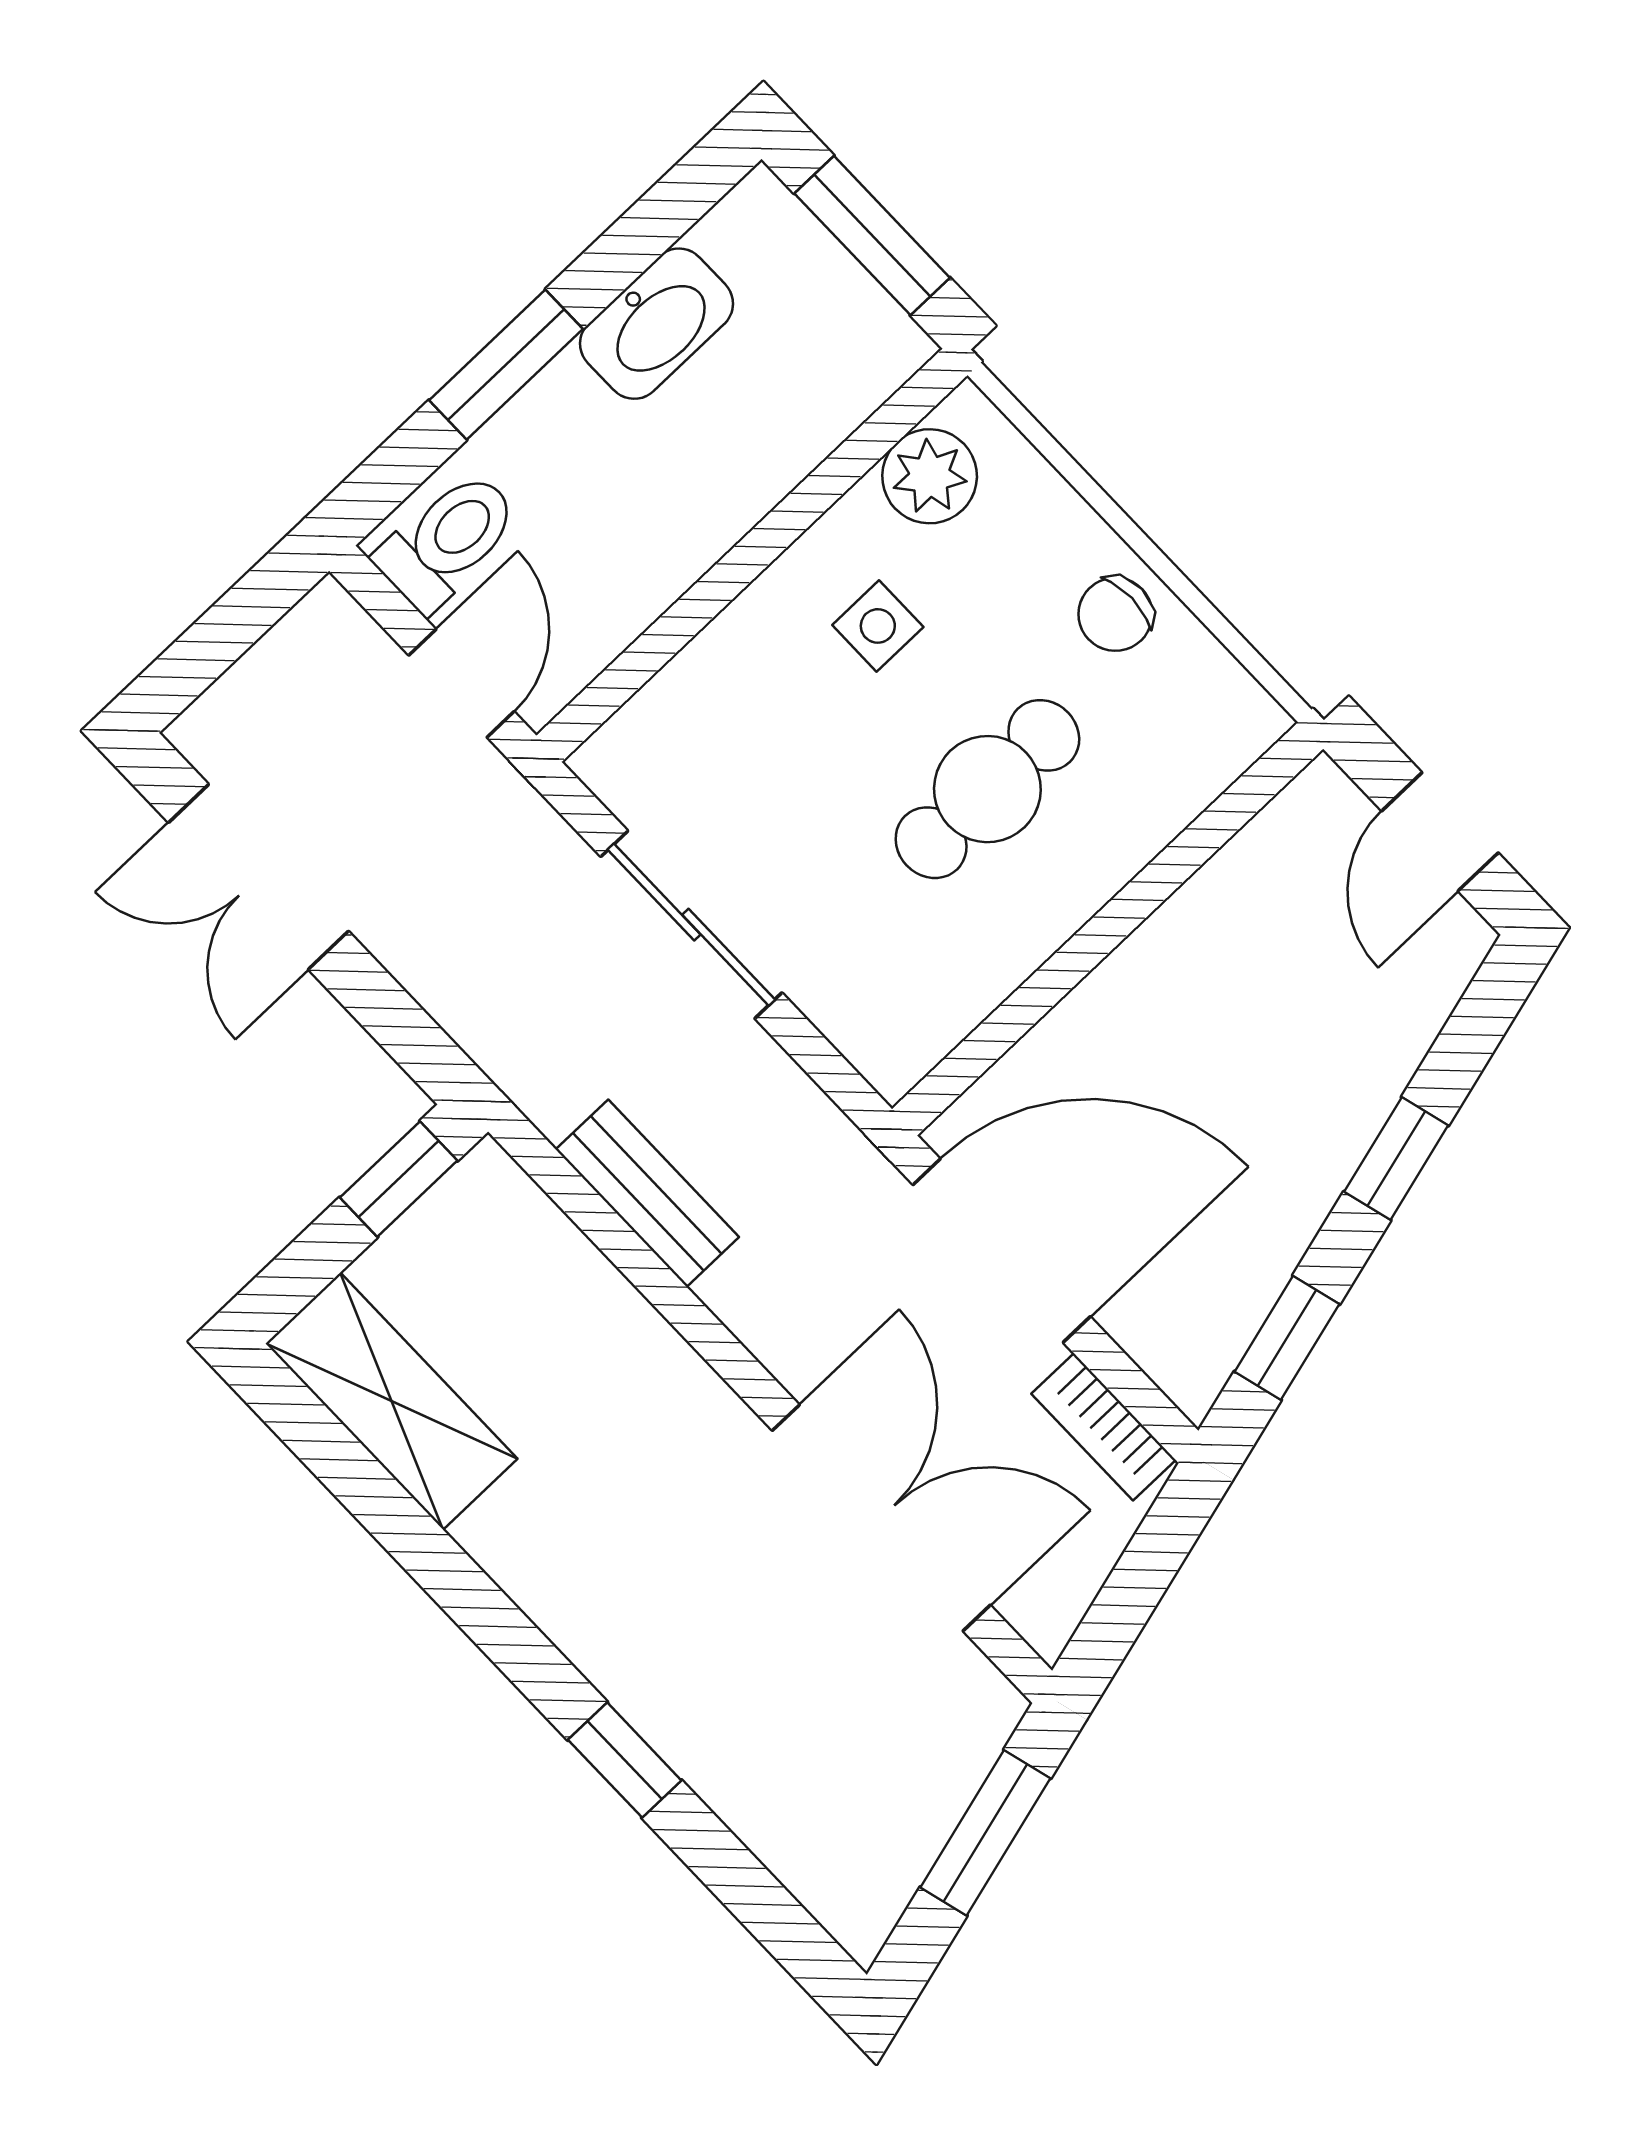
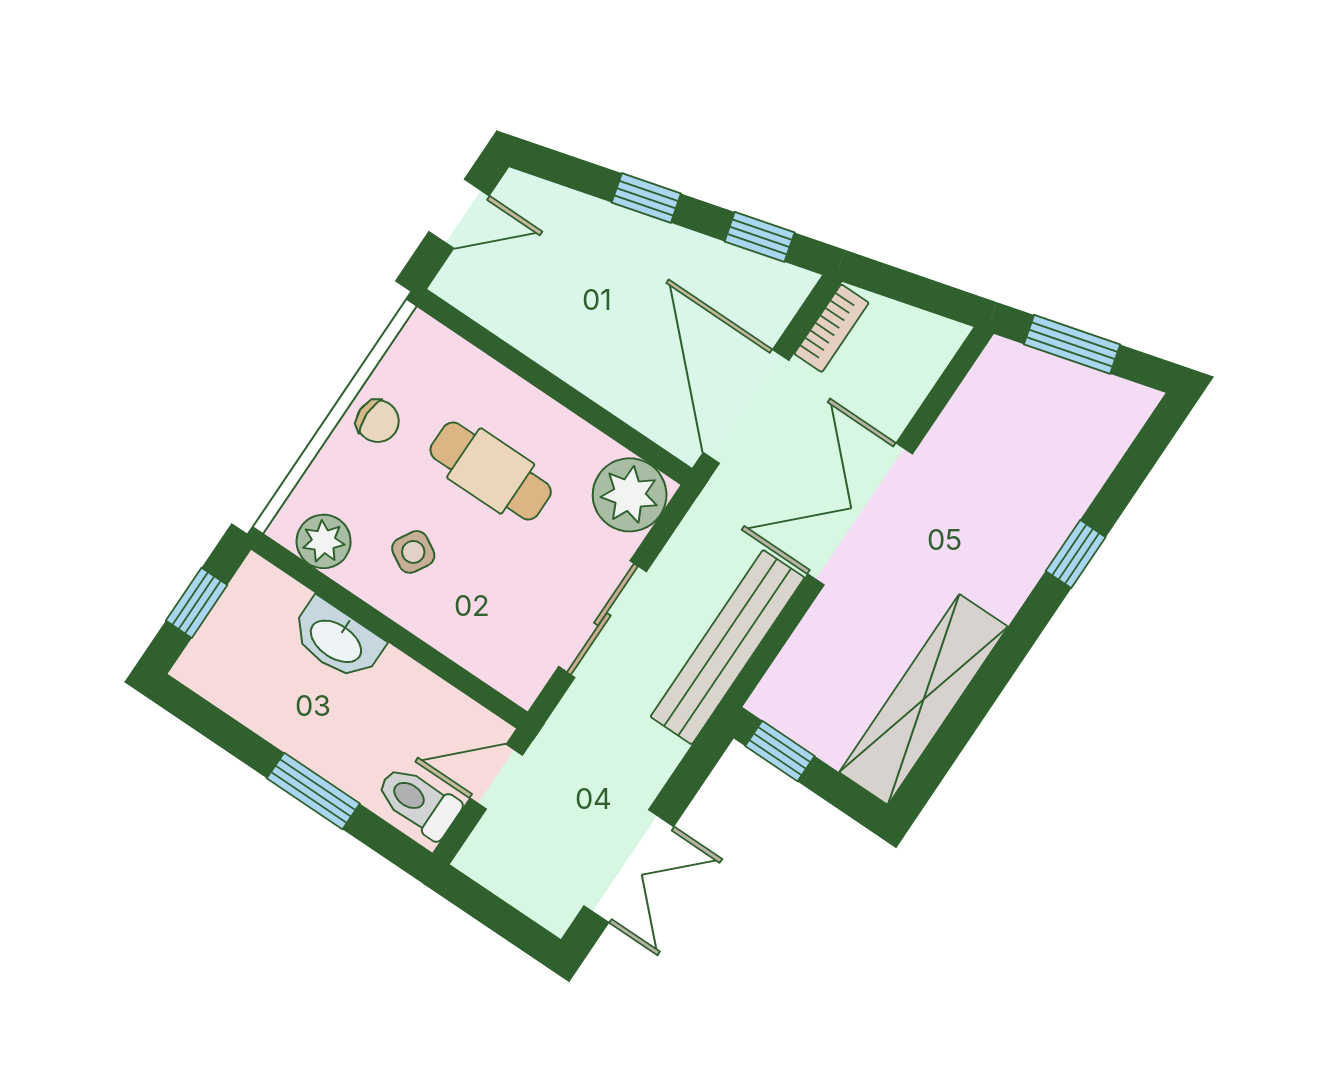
window: (872, 236) -> (197, 603), width x0.67
washbasin: (657, 324) -> (337, 640), moved, turned 180
side table: (878, 626) -> (413, 552), turned 30
plant: (894, 1018) -> (630, 495), added
bench: (647, 1193) -> (727, 647), width x1.86, depth x1.21
shelving: (392, 1401) -> (924, 699), width x1.47
double door: (881, 1518) -> (860, 514), moved

